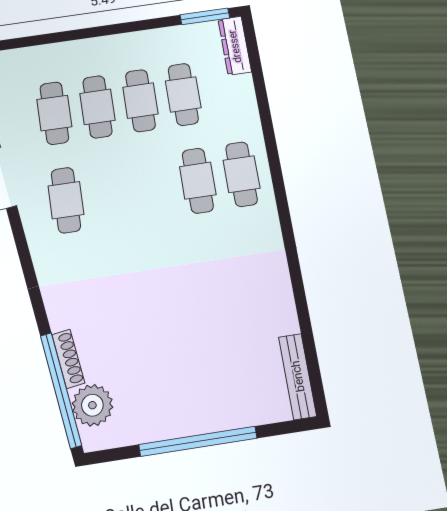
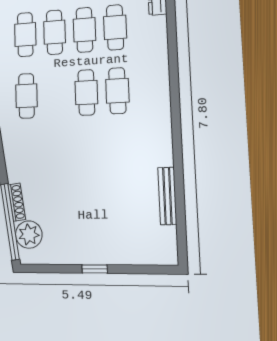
cafe table: (242, 174) -> (86, 92), moved
bench: (298, 376) -> (167, 196), moved
window: (198, 441) -> (95, 269), width x0.32

